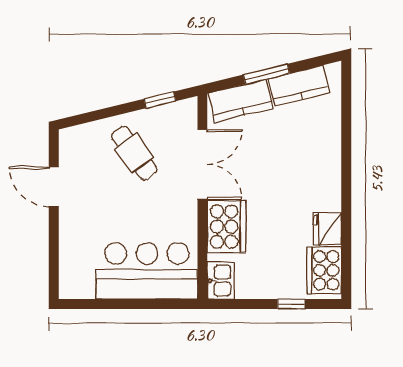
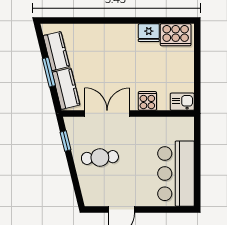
cafe table: (134, 153) -> (100, 158), turned 32
cooker: (226, 227) -> (147, 101), width x0.53, depth x0.76
bar counter: (147, 271) -> (176, 174), moved
window: (291, 304) -> (197, 56), removed

